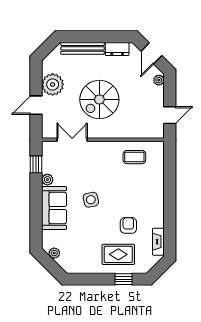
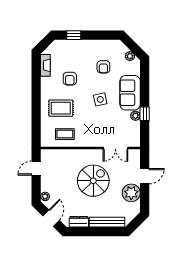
window: (36, 164) -> (145, 114), moved
armchair: (87, 240) -> (103, 67), added
rug: (118, 254) -> (61, 108), moved

